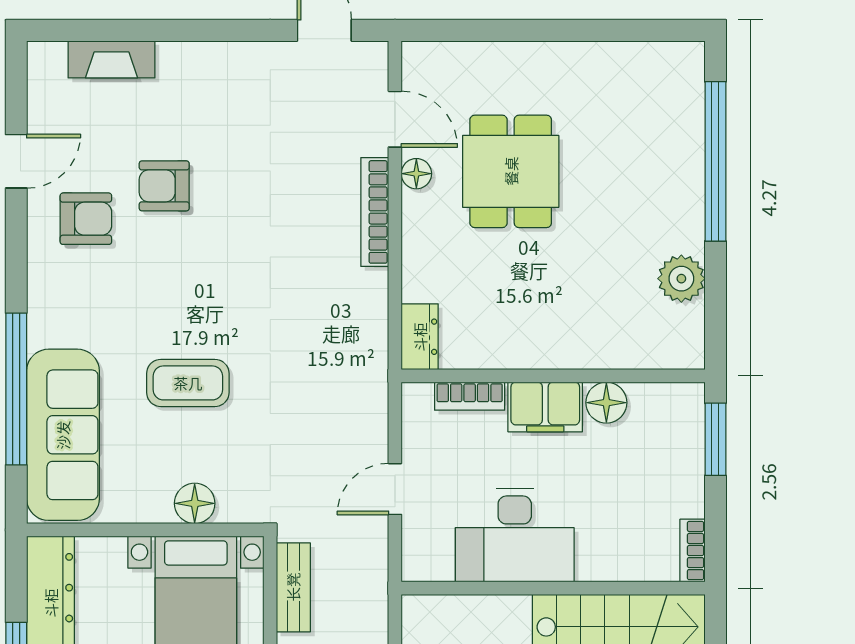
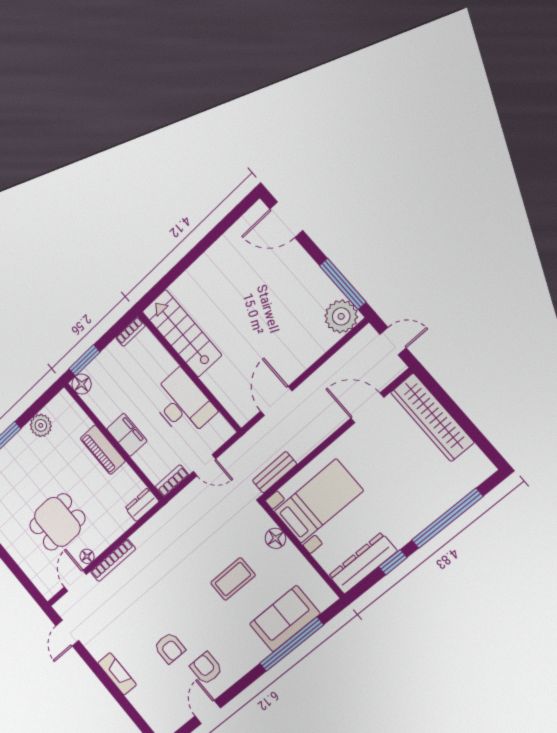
fireplace: (111, 59) -> (117, 674), moved
door: (16, 161) -> (208, 712), hinge flipped
piano: (557, 348) -> (103, 450), added
coffee table: (188, 383) -> (233, 579), turned 90
bookcase: (470, 396) -> (172, 481), moved, turned -90
floor lamp: (606, 403) -> (82, 384), moved
sofa: (63, 435) -> (285, 619), width x0.73

